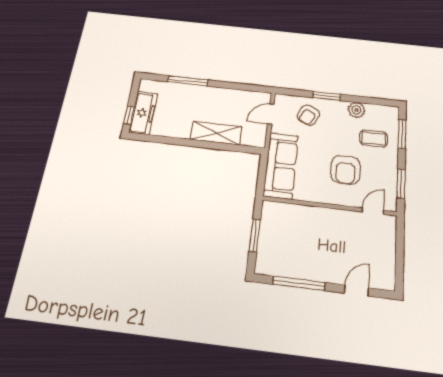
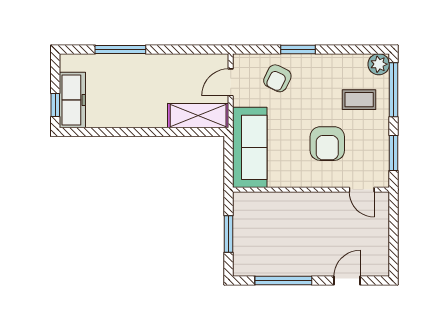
plant: (356, 110) -> (379, 64), moved
shelving: (216, 133) -> (198, 116), moved
window: (402, 134) -> (394, 90), width x1.44
door: (373, 211) -> (362, 190), swing flipped

